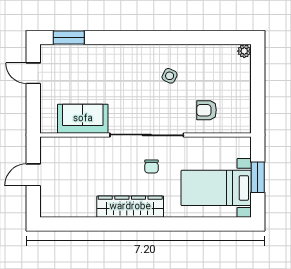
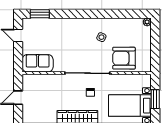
armchair: (207, 110) -> (124, 58), width x1.88, depth x1.88
sofa: (83, 119) -> (38, 63), moved

